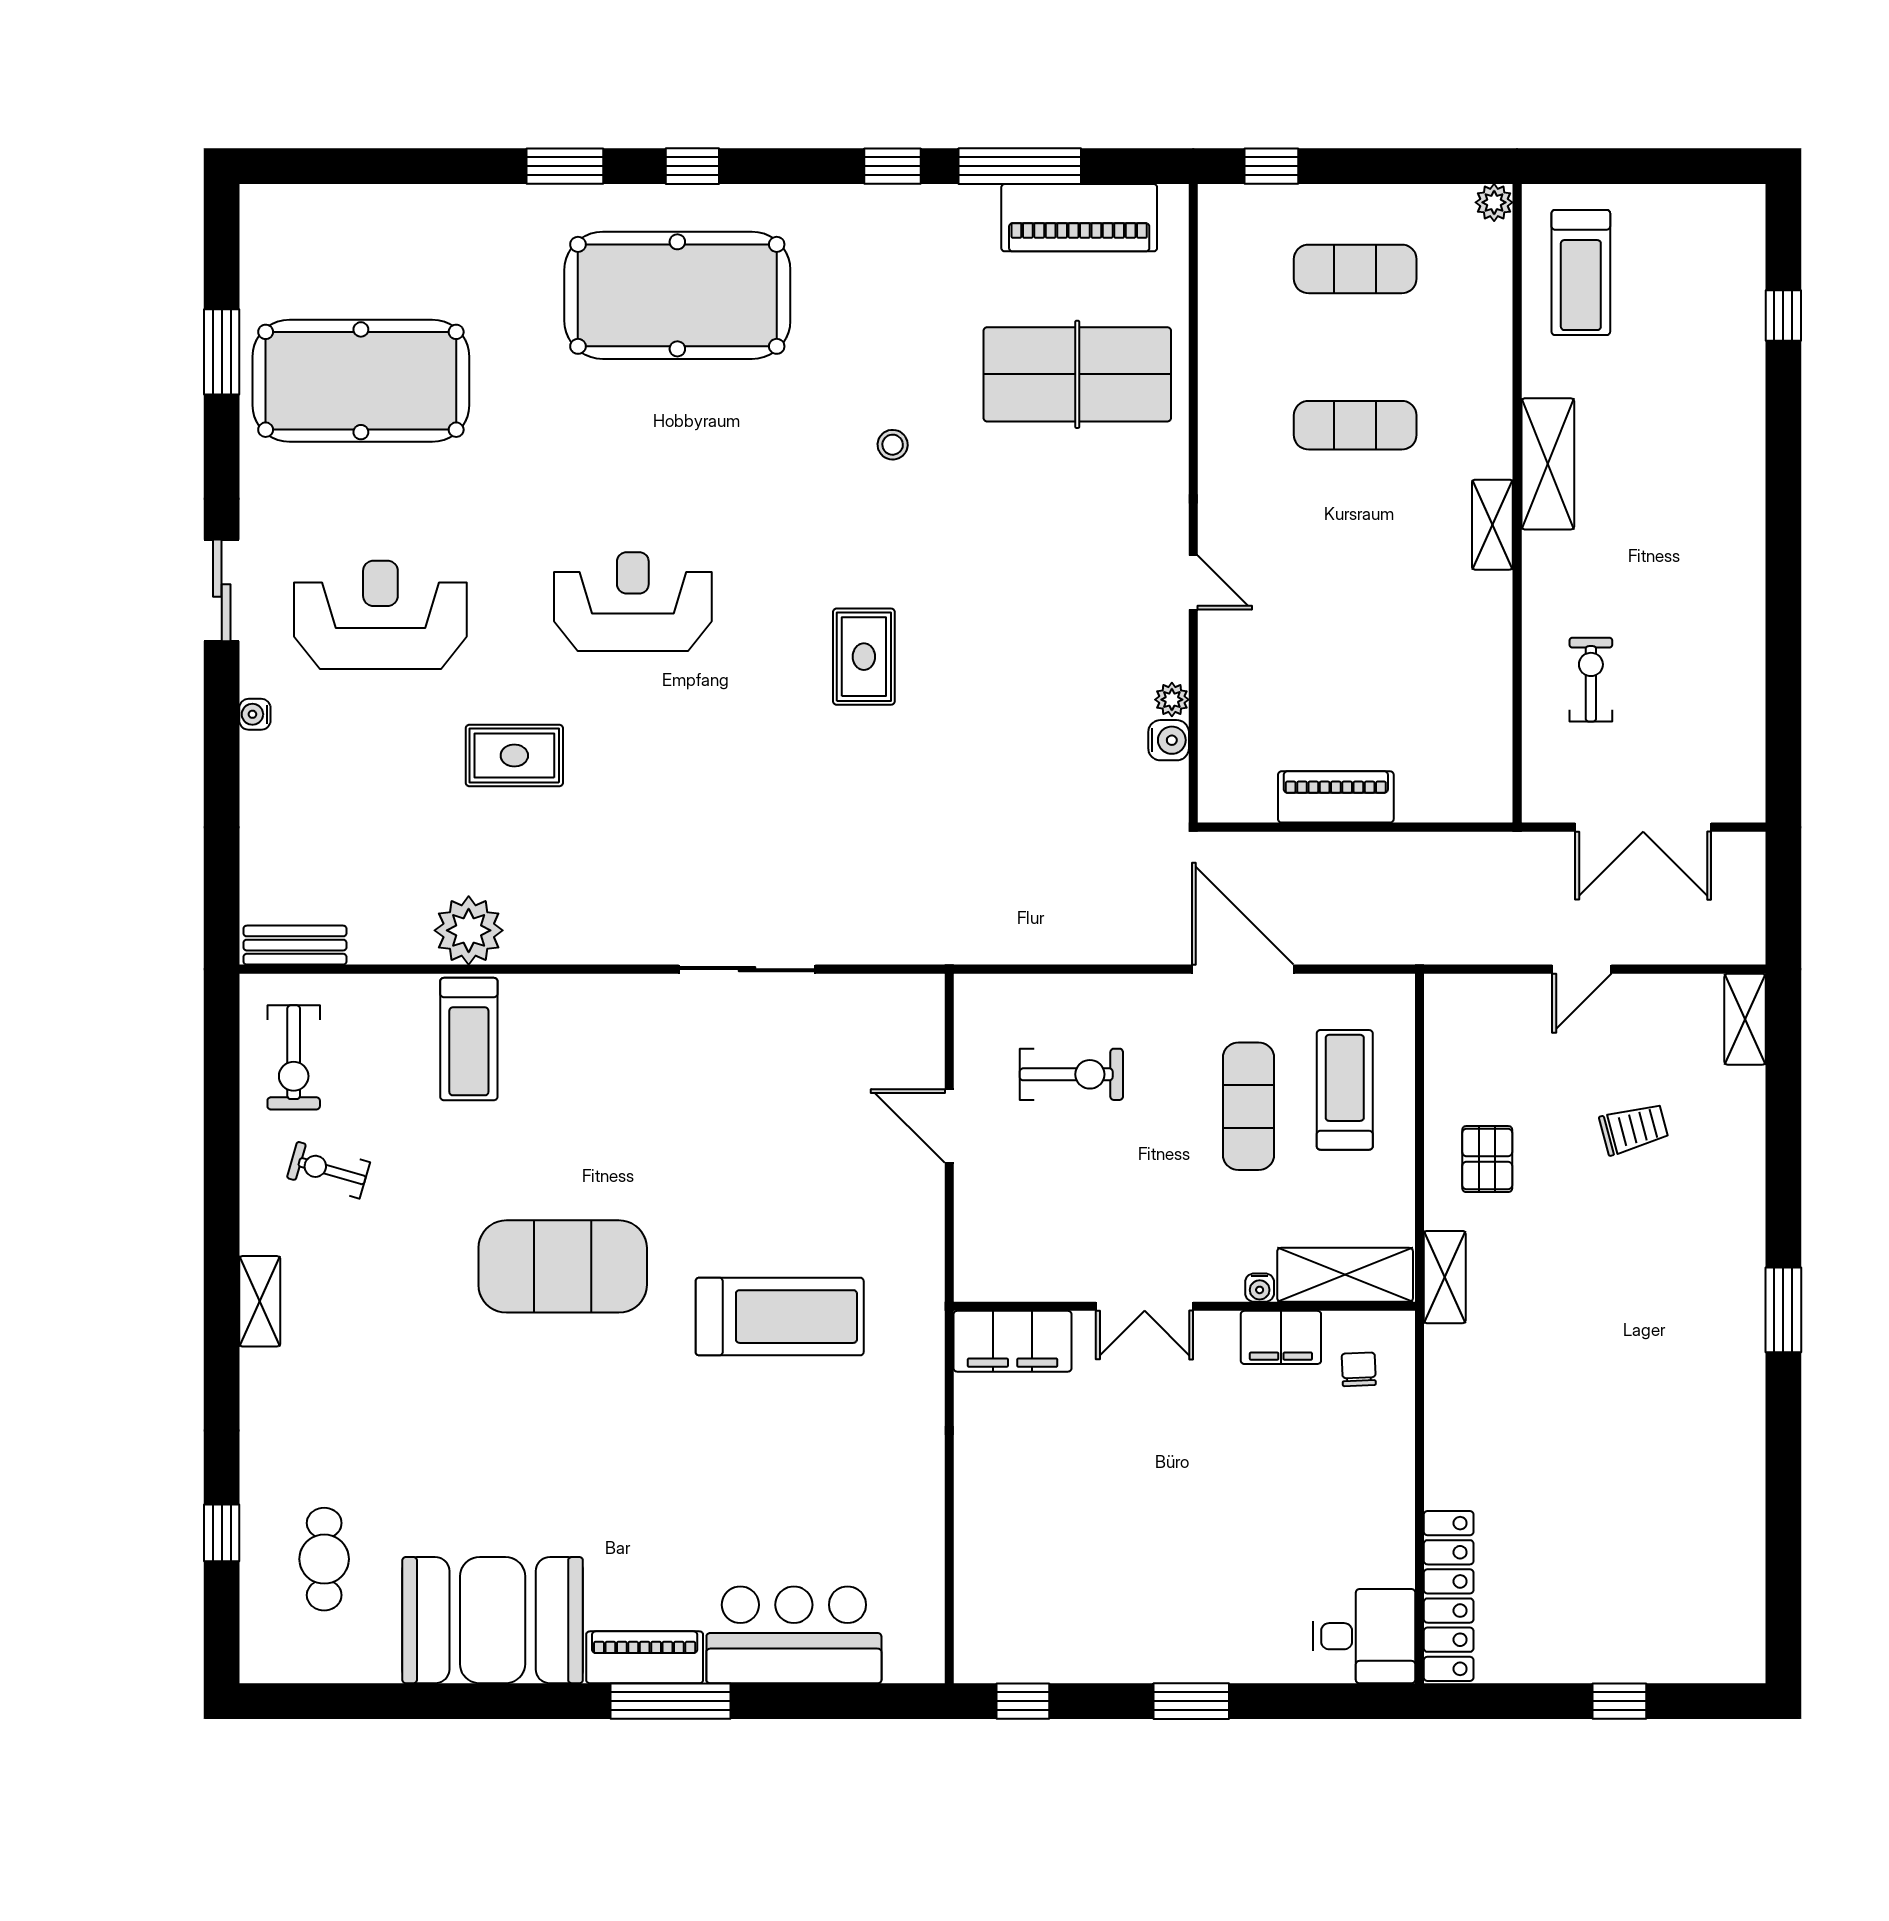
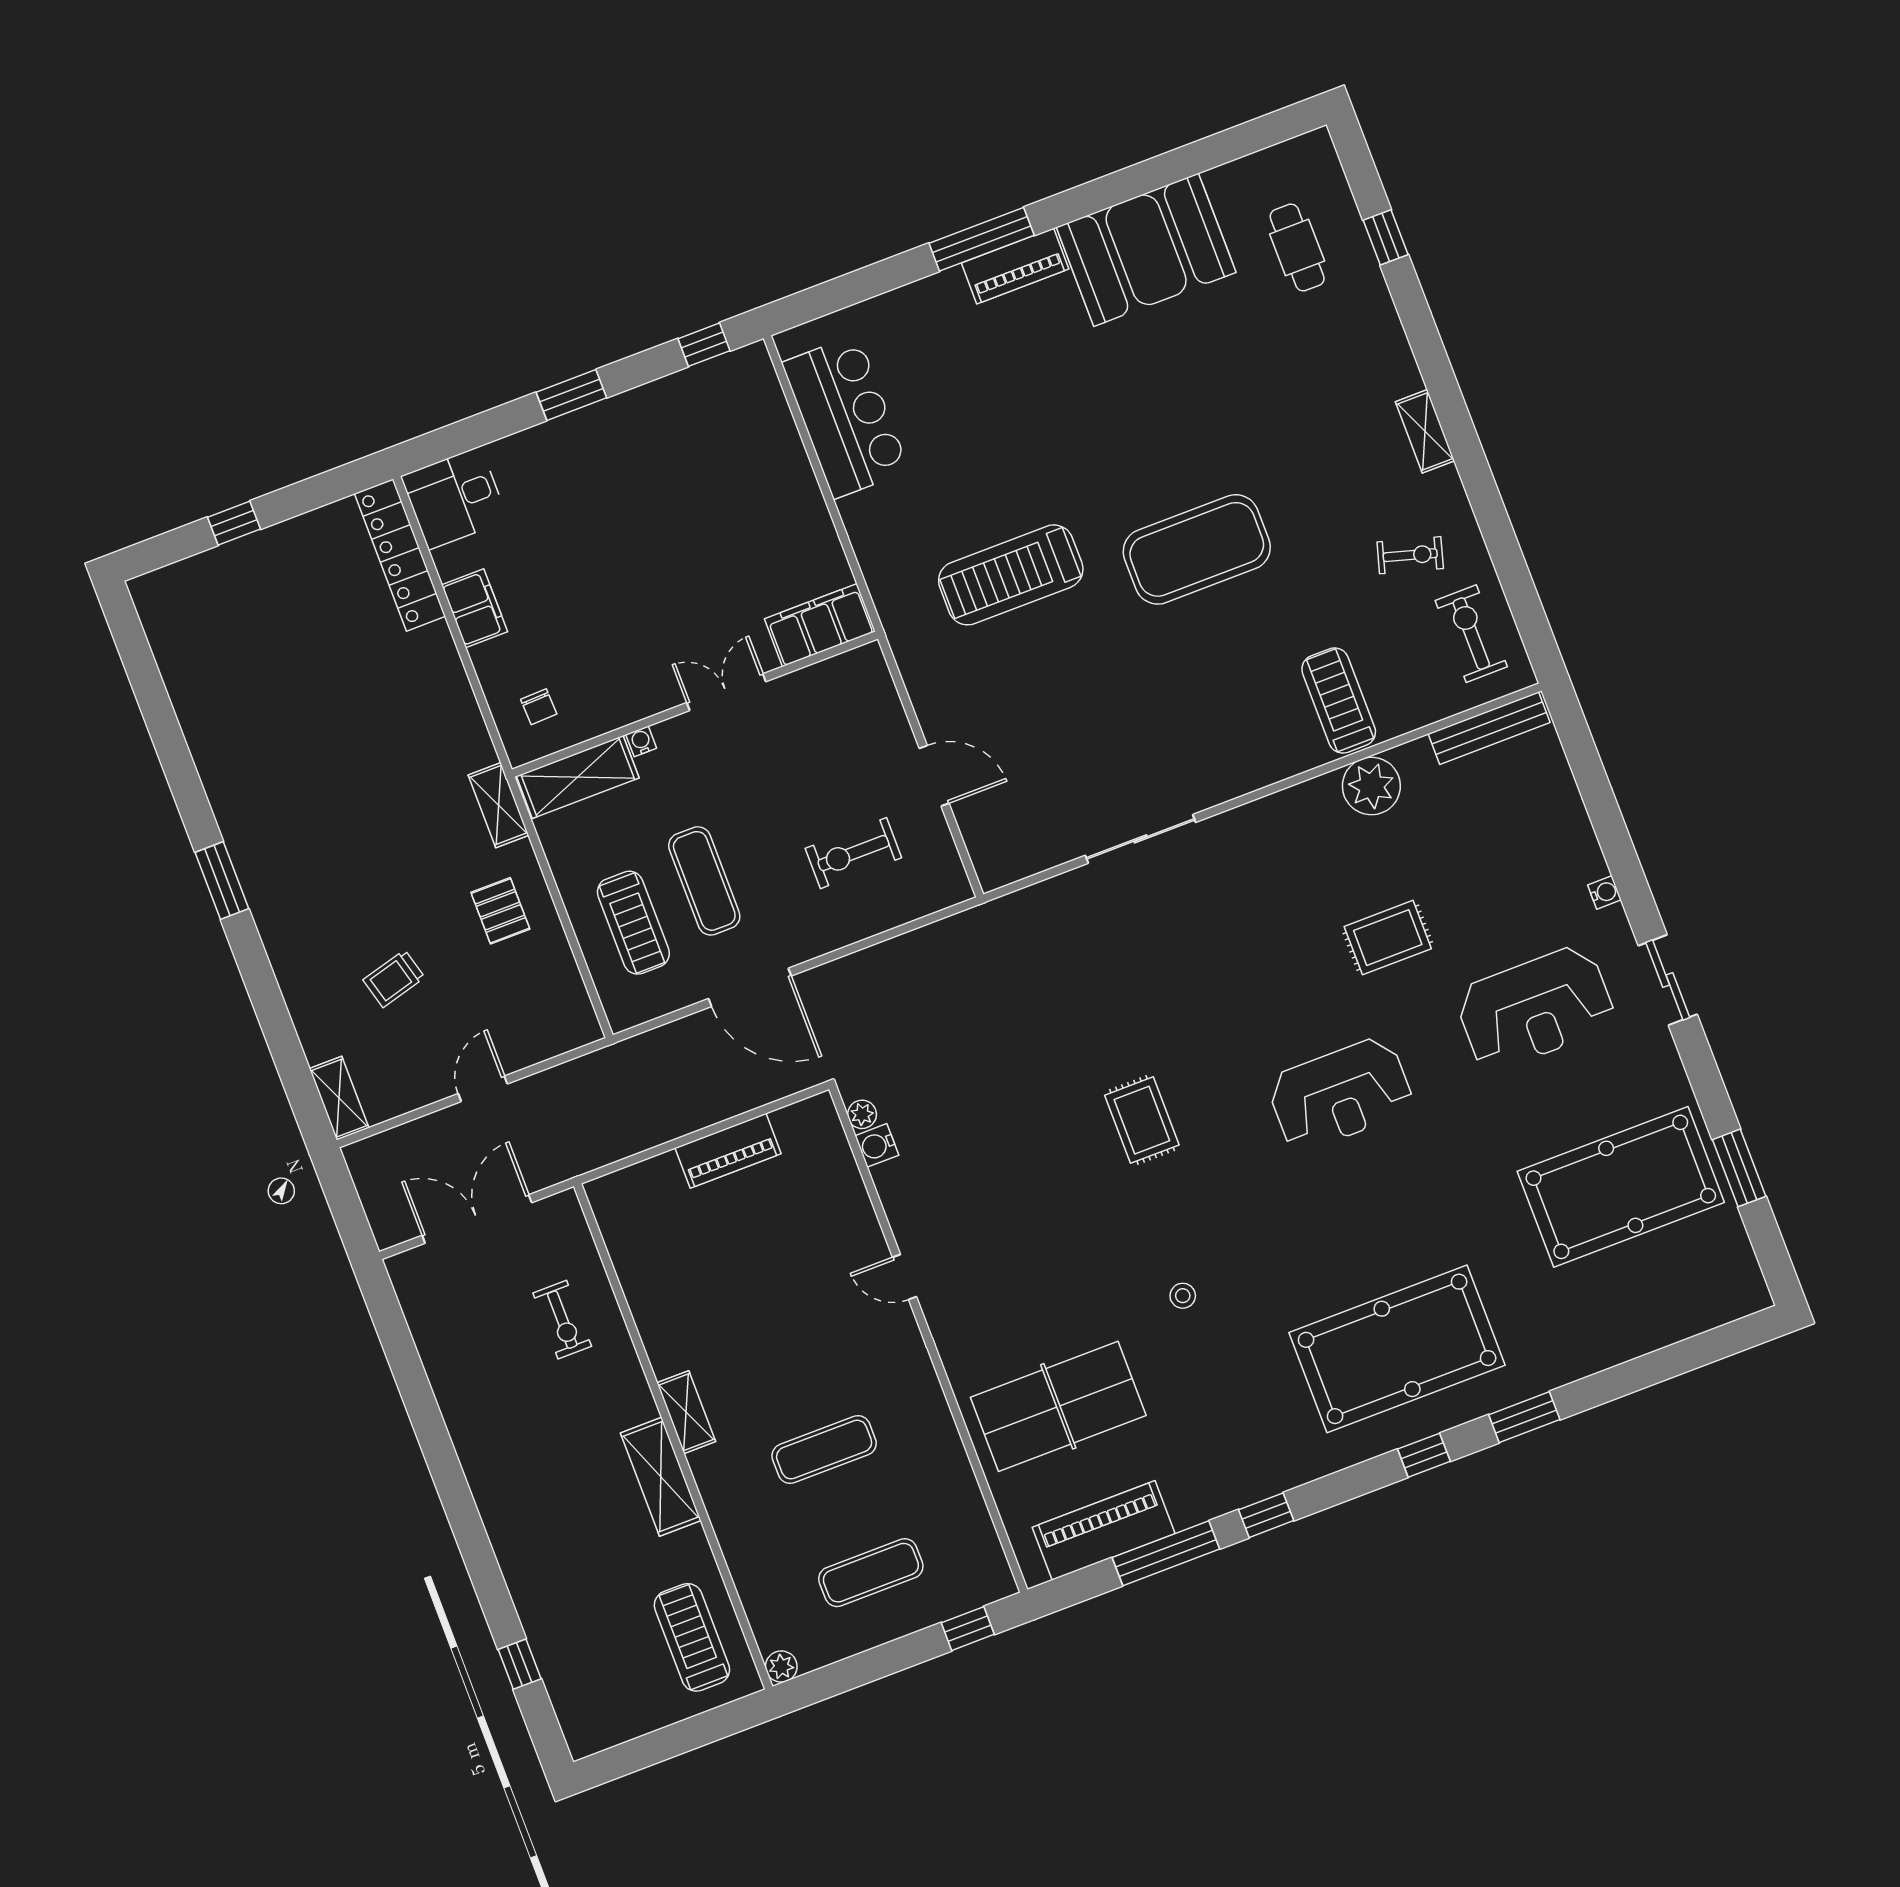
plant: (1172, 700) -> (862, 1114), moved
bench: (295, 945) -> (1489, 728), width x1.36
filing cabinet: (1281, 1337) -> (475, 608), moved, turned 90
bar counter: (794, 1635) -> (845, 417), moved, turned -90

